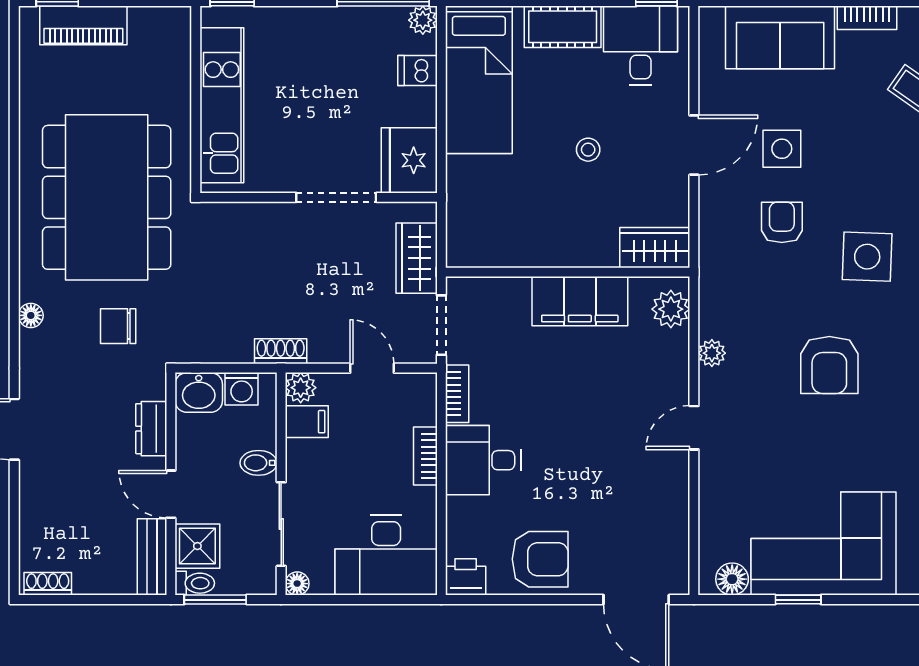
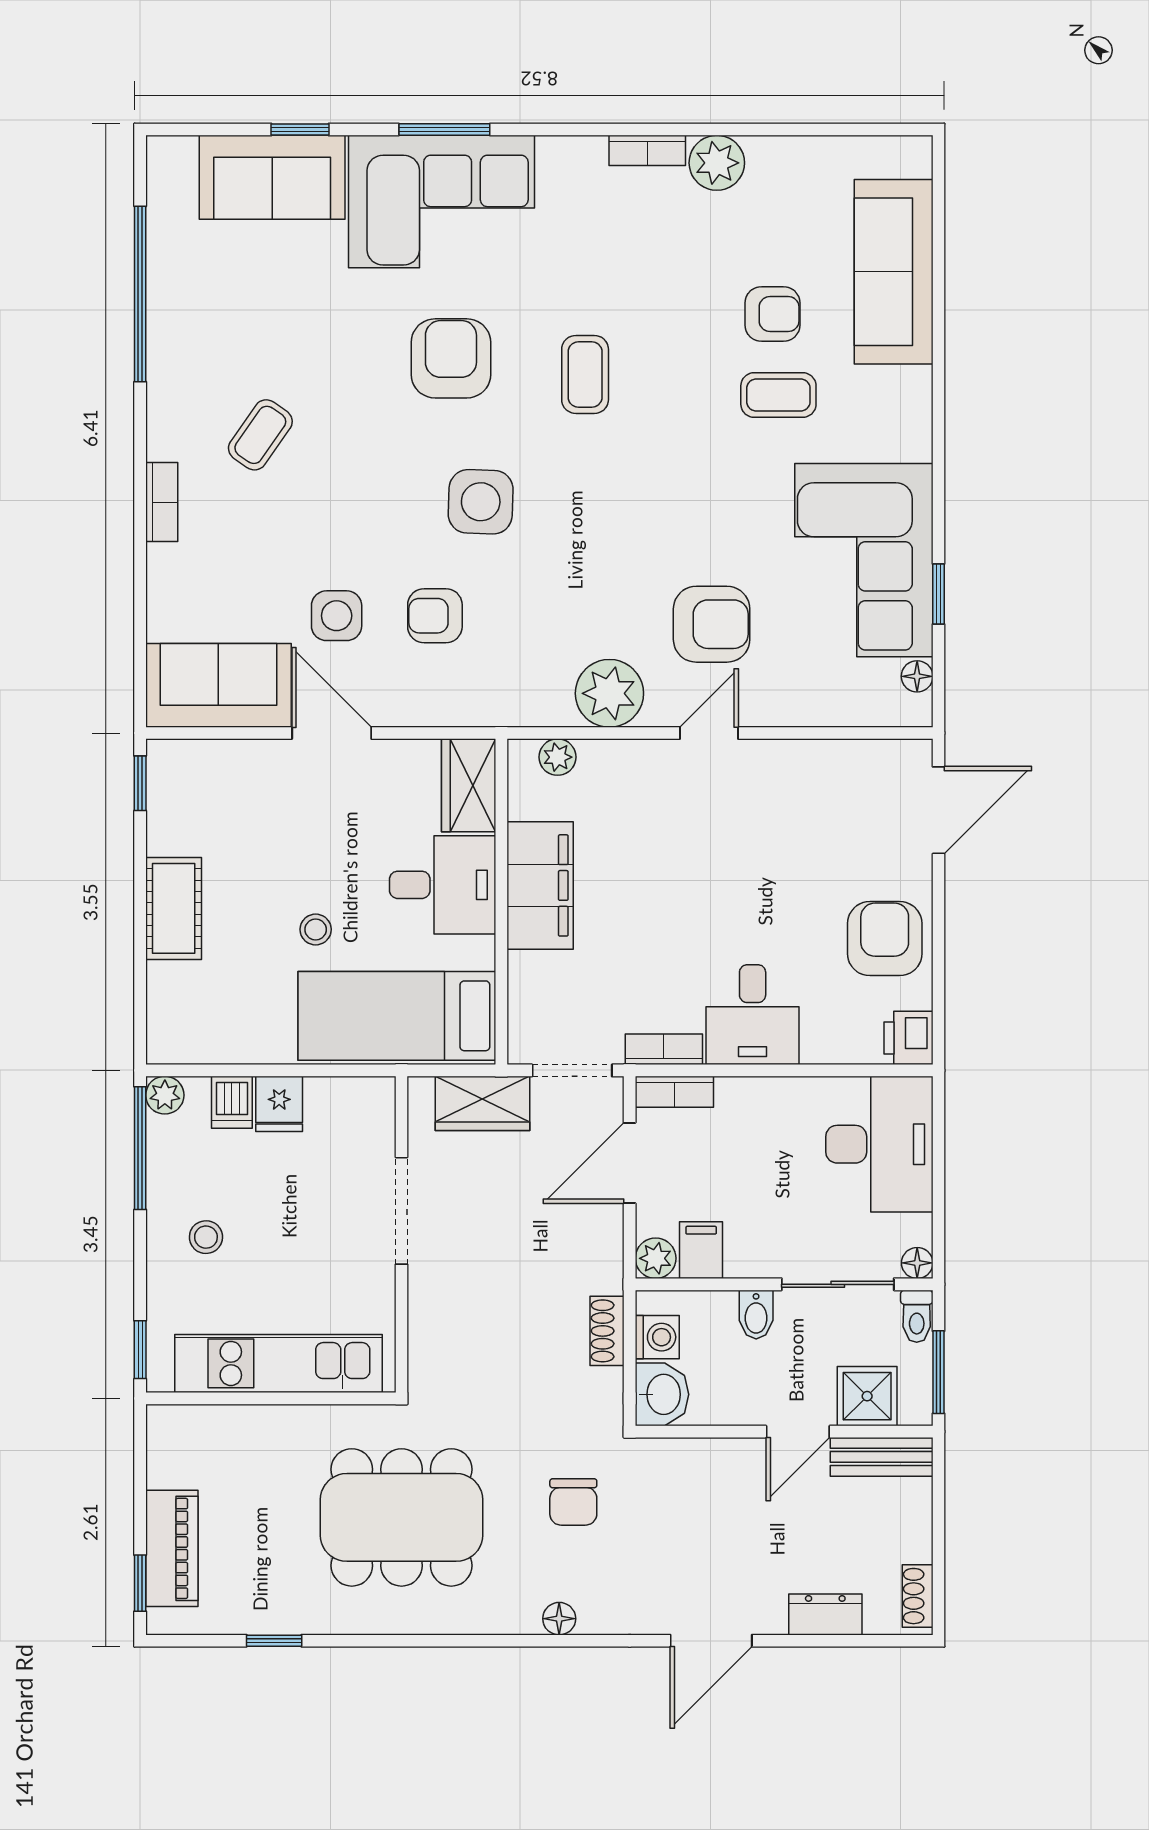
sofa: (780, 37) -> (218, 685), moved, turned -90
desk: (641, 46) -> (443, 885), moved, turned 180
stool: (316, 51) -> (206, 1237), added
bed: (479, 80) -> (397, 1016), moved, turned 180
window: (14, 102) -> (274, 1641), added
stool: (588, 150) -> (316, 929), moved
fridge: (409, 160) -> (279, 1104), moved, width x0.53, depth x0.75
dining table: (107, 197) -> (402, 1517), width x0.73, depth x0.80
plant: (671, 309) -> (558, 757), width x0.73, depth x0.73
shoe rack: (281, 351) -> (607, 1331), moved
plant: (712, 353) -> (609, 693), width x1.88, depth x1.88
armchair: (829, 365) -> (712, 624), moved
door: (372, 368) -> (630, 1163), width x1.38
door: (694, 428) -> (709, 733), swing flipped
dresser: (151, 429) -> (825, 1614), moved, turned 180
bookcase: (425, 456) -> (674, 1092), moved
floor lamp: (732, 579) -> (917, 676), width x0.73, depth x0.73
toilet: (195, 583) -> (917, 1316), moved, turned 180

